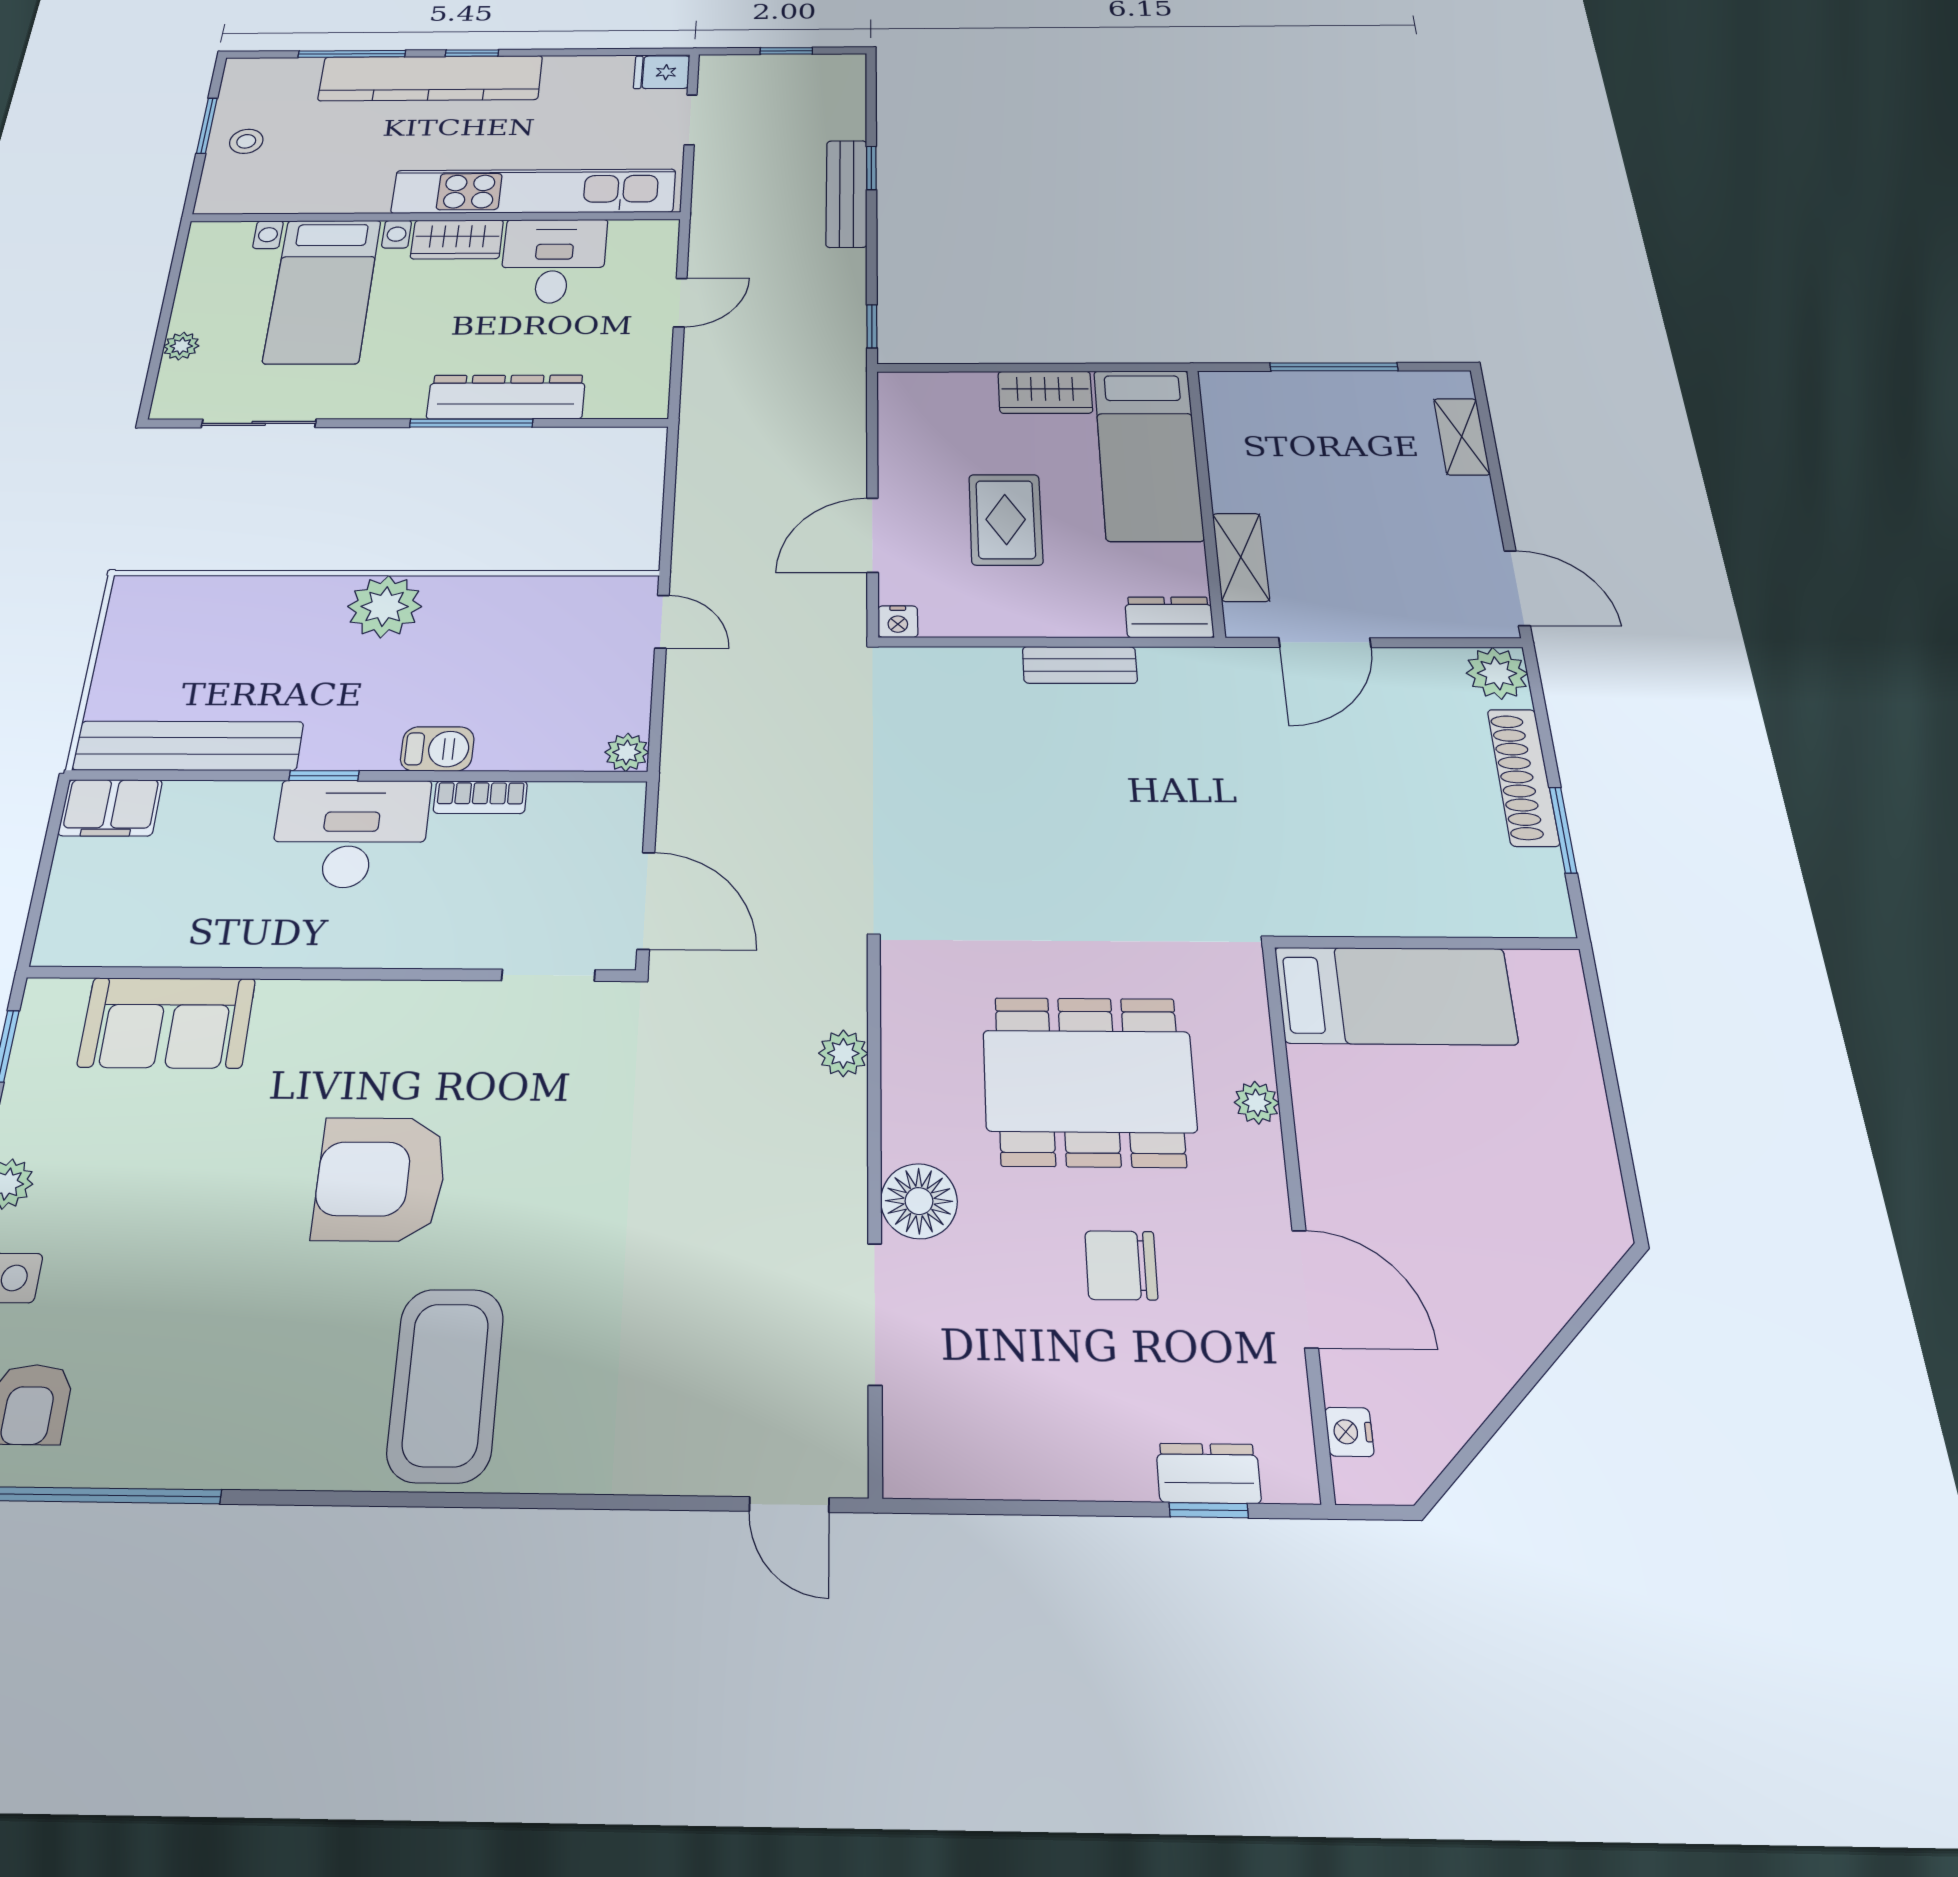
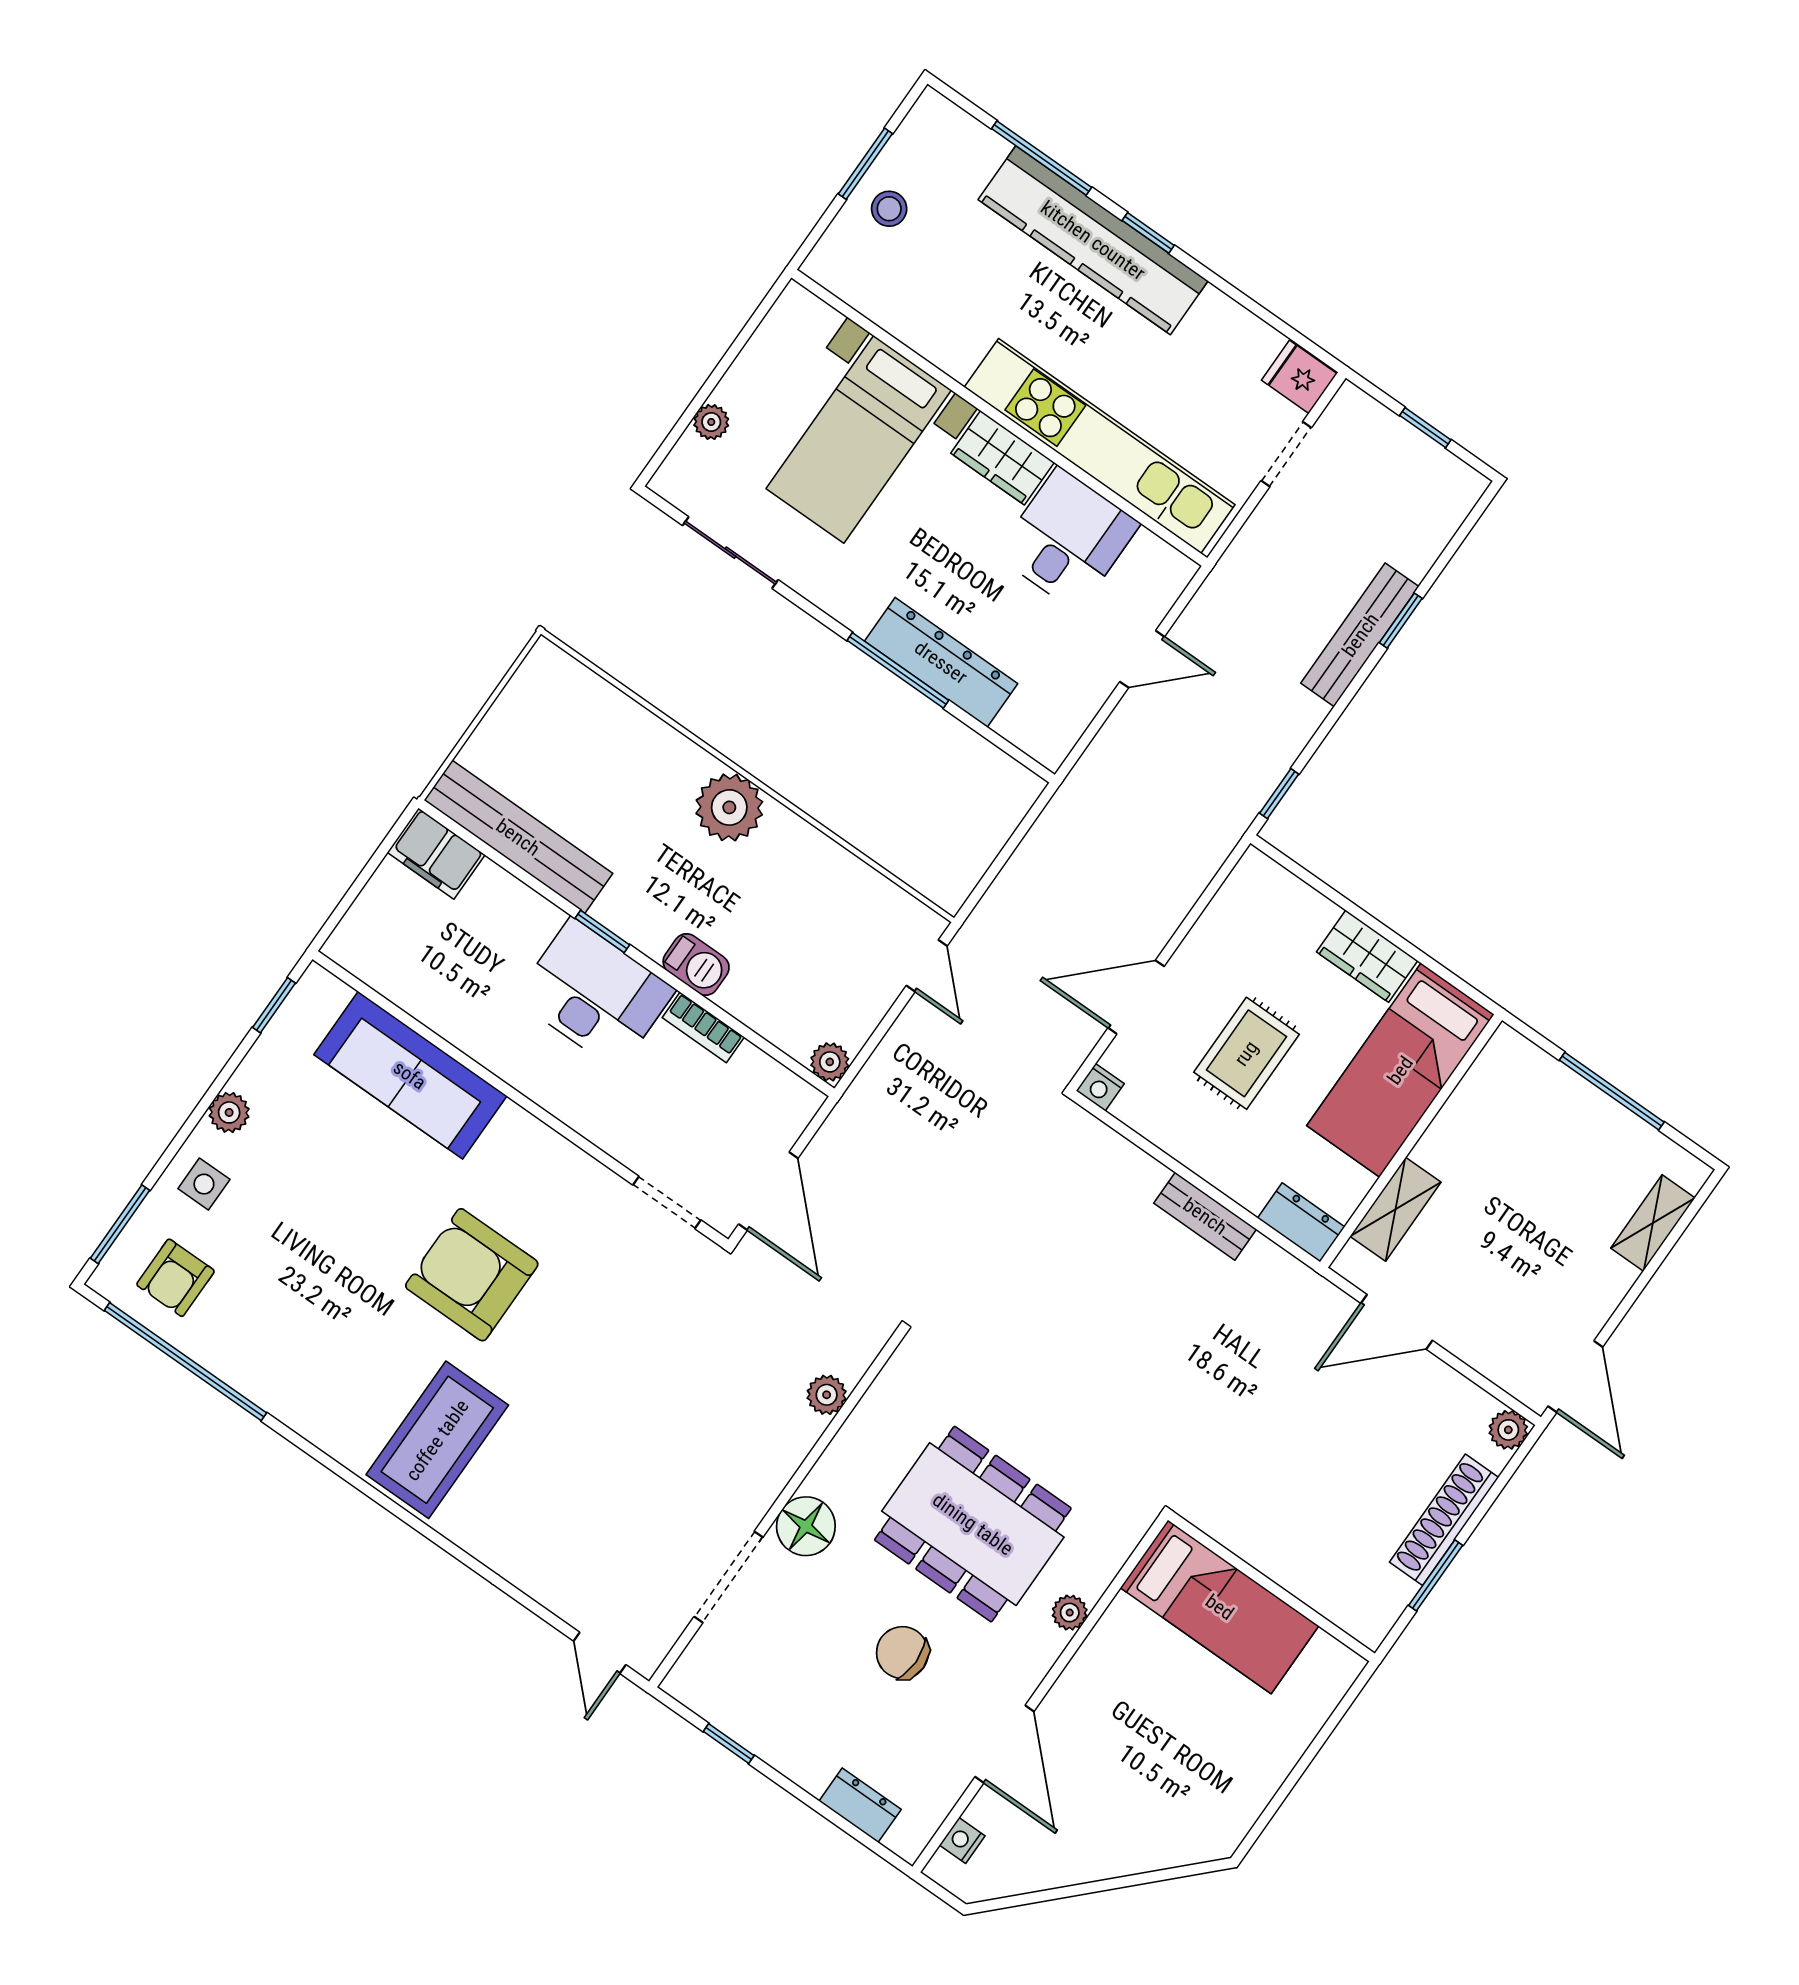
plant: (1497, 673) -> (1508, 1430), width x0.73, depth x0.73
sofa: (167, 1023) -> (410, 1075), width x1.36
window: (1209, 1510) -> (729, 1743), moved

